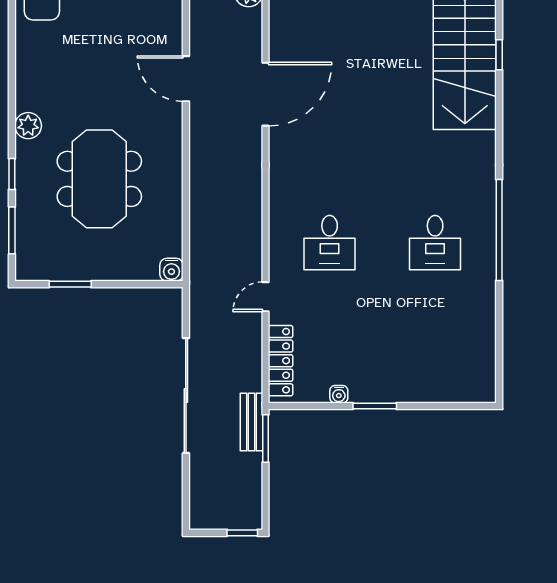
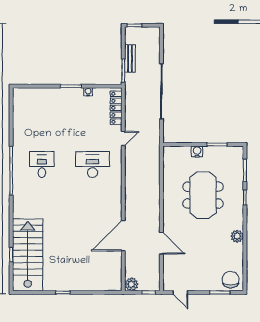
plant: (28, 126) -> (237, 236), moved
desk: (330, 243) -> (93, 165), width x1.37
water cooler: (171, 270) -> (197, 151), moved
bench: (251, 422) -> (130, 59), moved

